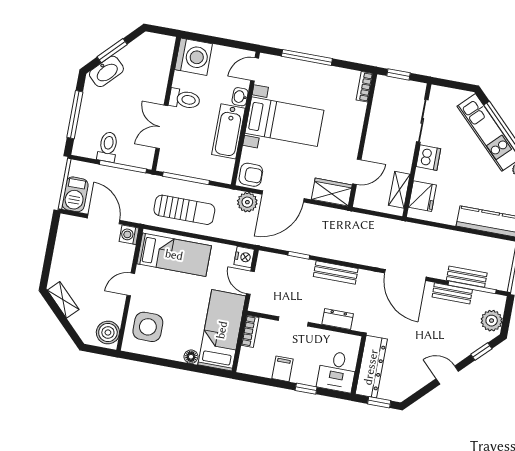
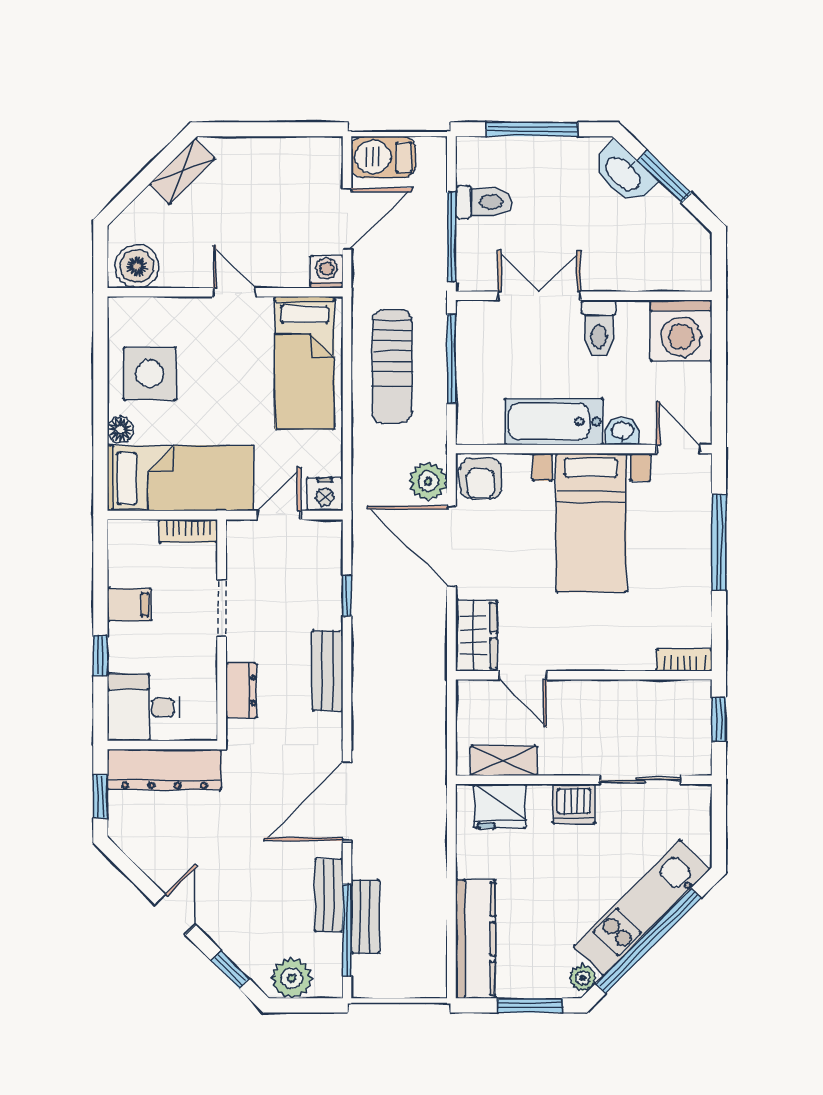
side table: (148, 327) -> (150, 374), moved

